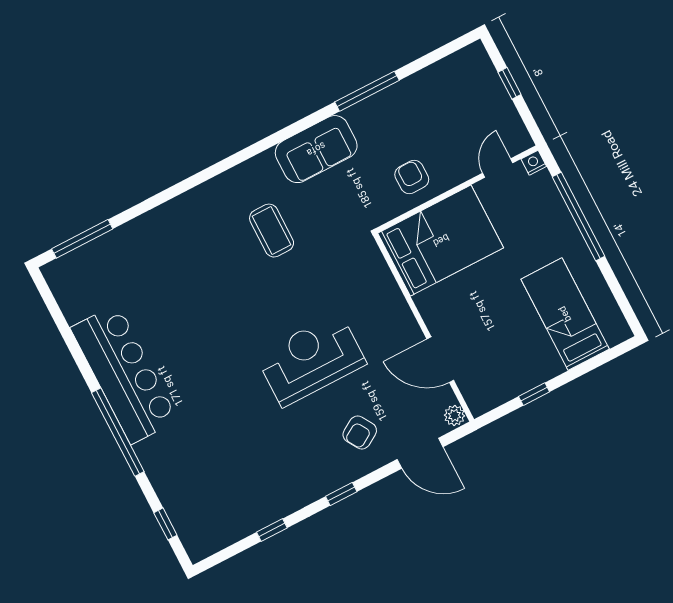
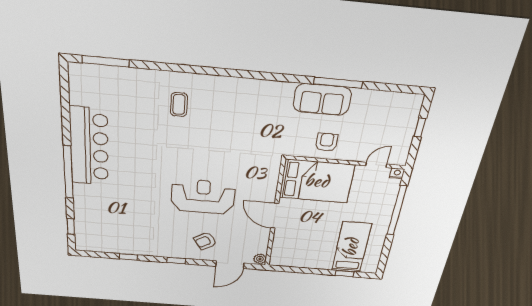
sofa: (316, 149) -> (322, 100), moved
coffee table: (272, 231) -> (179, 105), moved, width x0.73, depth x0.77
door: (440, 360) -> (275, 216), moved
window: (534, 394) -> (345, 274), moved
door: (420, 453) -> (230, 265), hinge flipped

